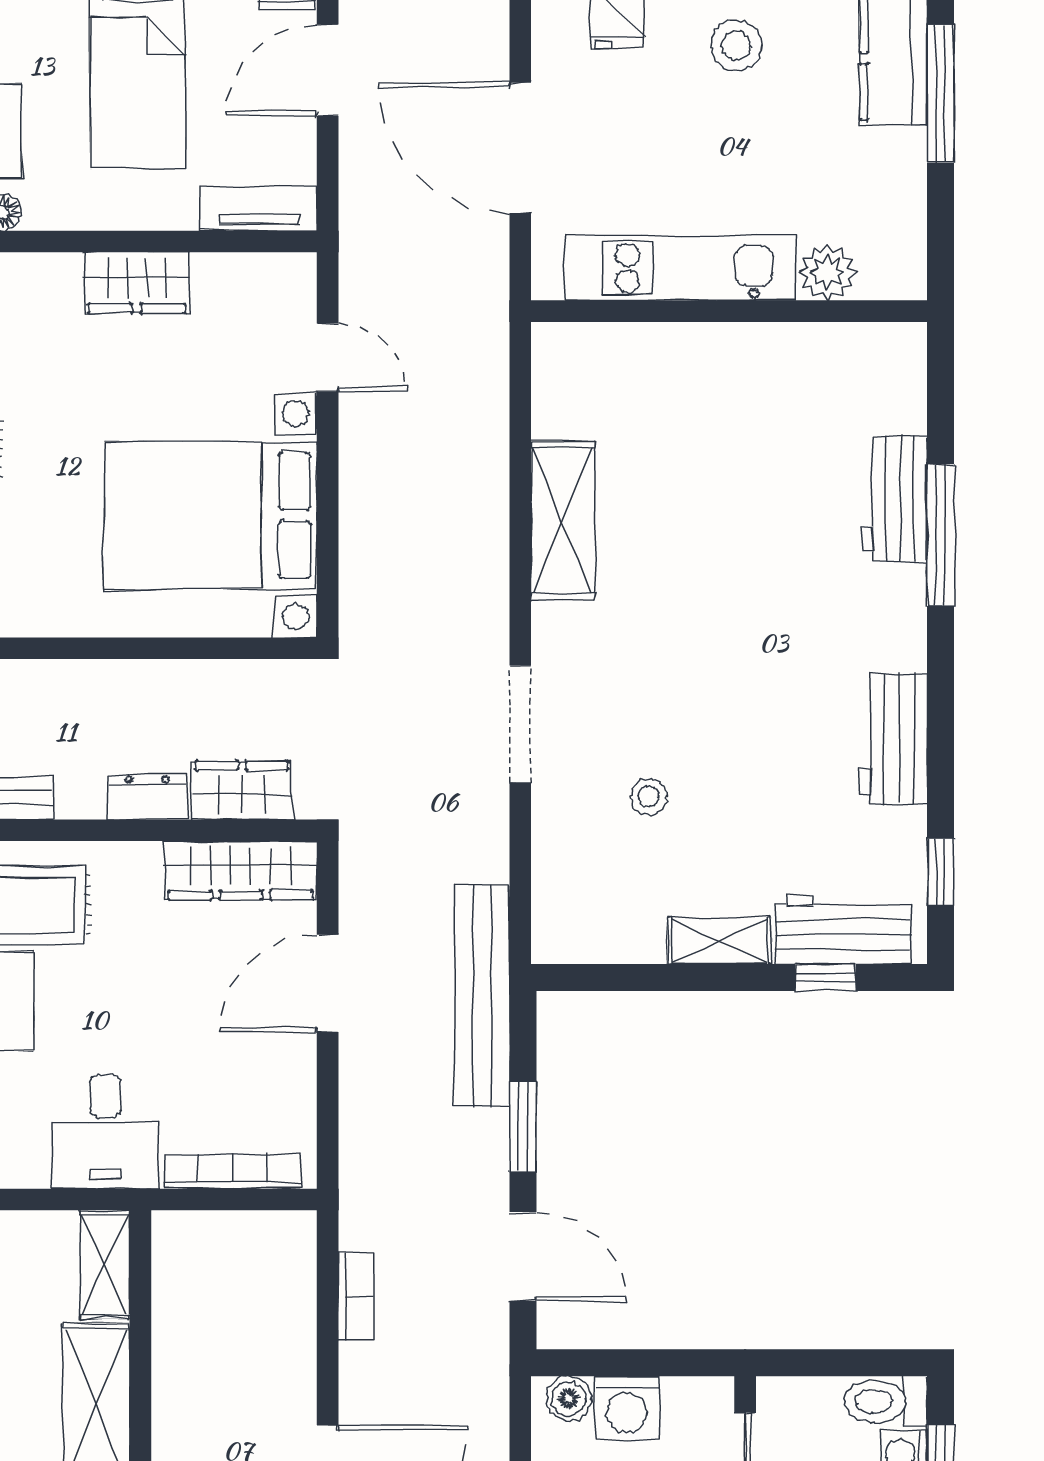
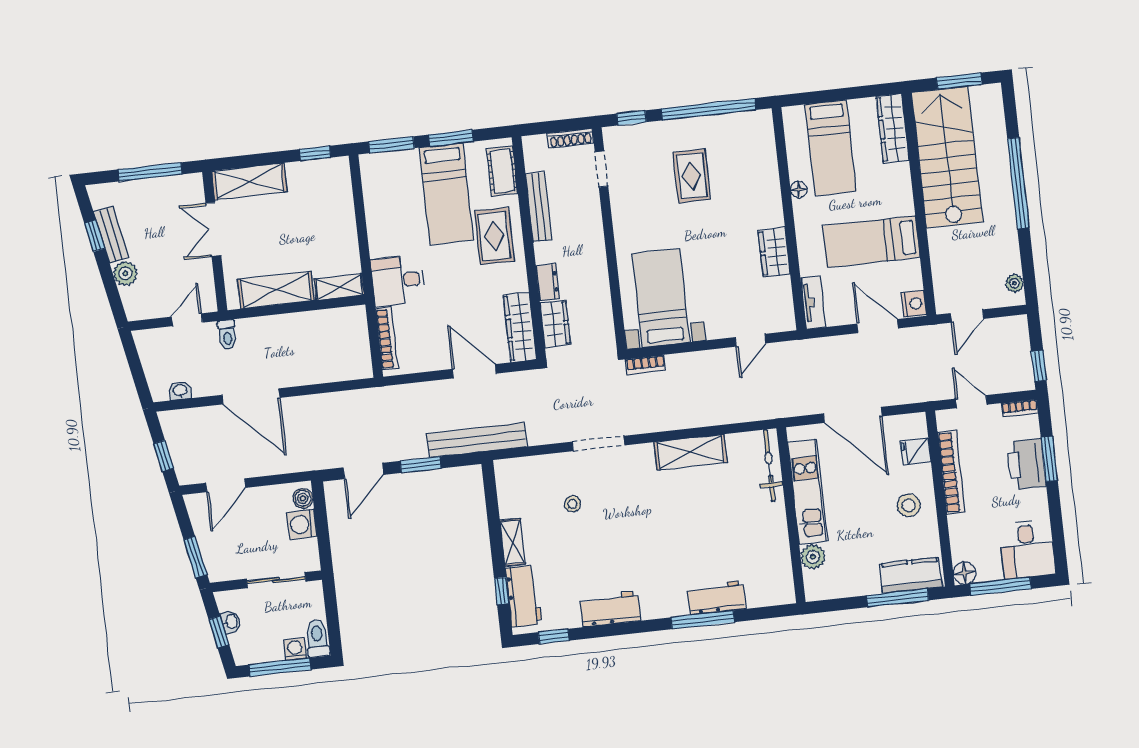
door: (520, 148) -> (853, 415), swing flipped
bicycle: (612, 348) -> (769, 465), added
bed with nightstands: (211, 515) -> (661, 298), width x0.73
bookcase: (356, 1296) -> (645, 365), moved

